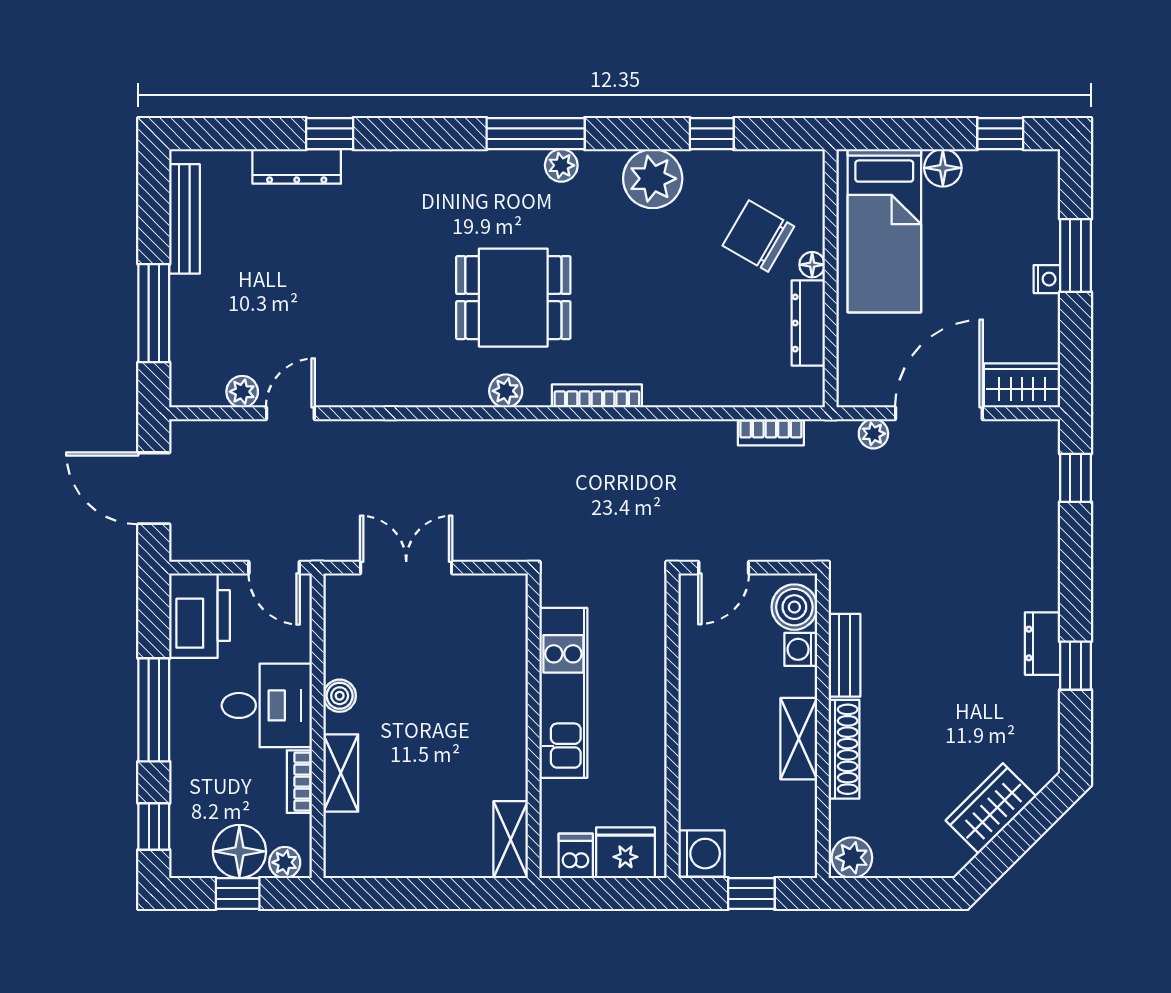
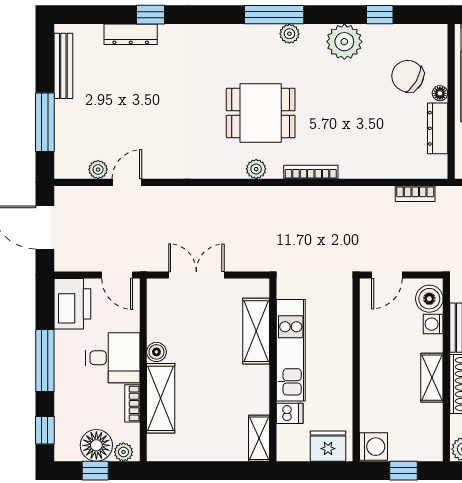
shelving: (506, 661) -> (256, 331), added
shelving: (341, 773) -> (161, 398), width x1.50, depth x1.33
dishwasher: (576, 856) -> (290, 413), moved, turned 90

